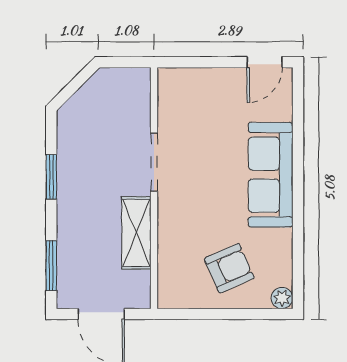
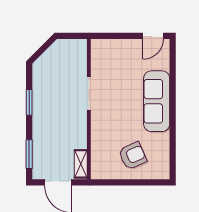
shelving: (136, 233) -> (81, 164), moved, width x0.67, depth x0.75
plant: (282, 298) -> (163, 173), removed

